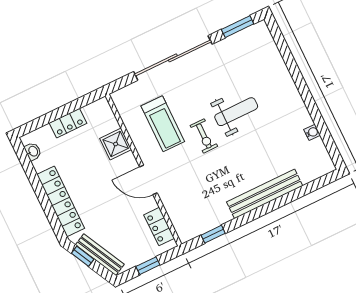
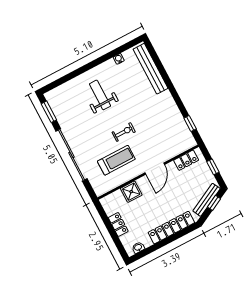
weight bench: (236, 112) -> (100, 95), moved
bench: (265, 194) -> (150, 69), moved
window: (83, 256) -> (214, 203), moved

